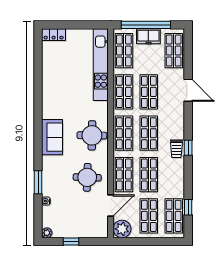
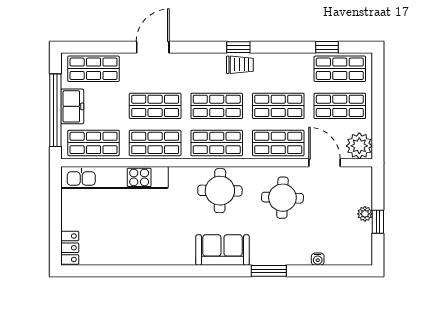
window: (38, 182) -> (269, 271), moved
plant: (47, 233) -> (365, 214), moved

